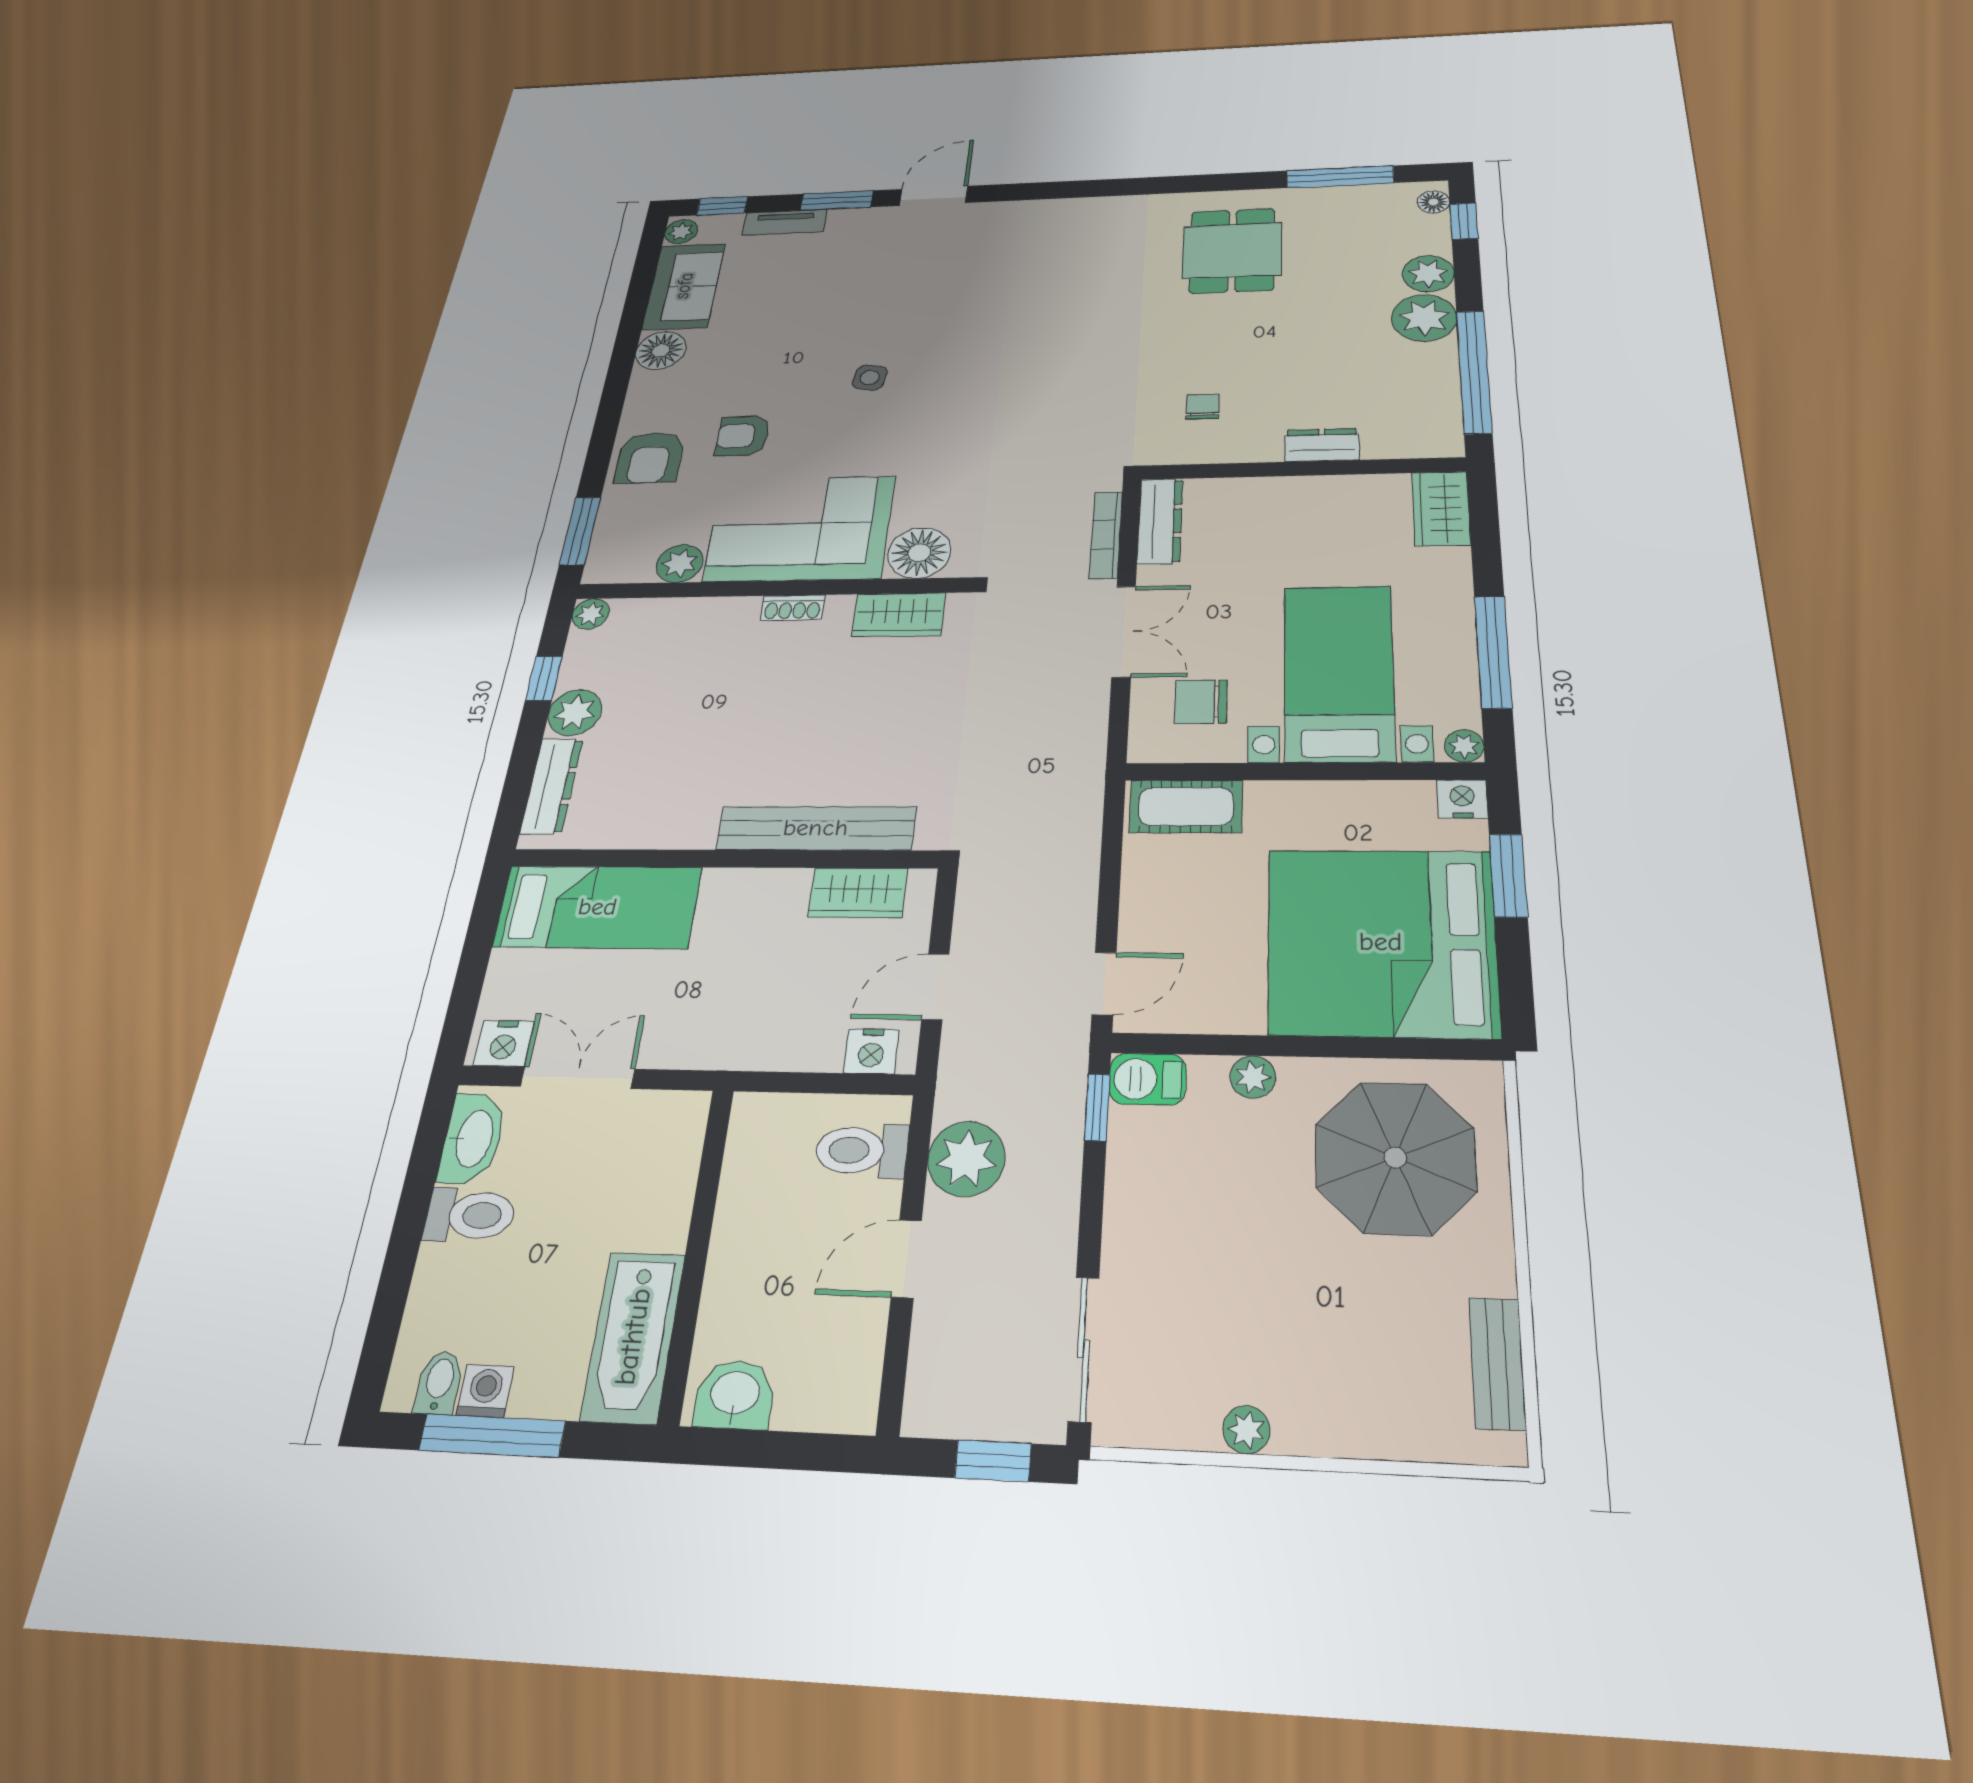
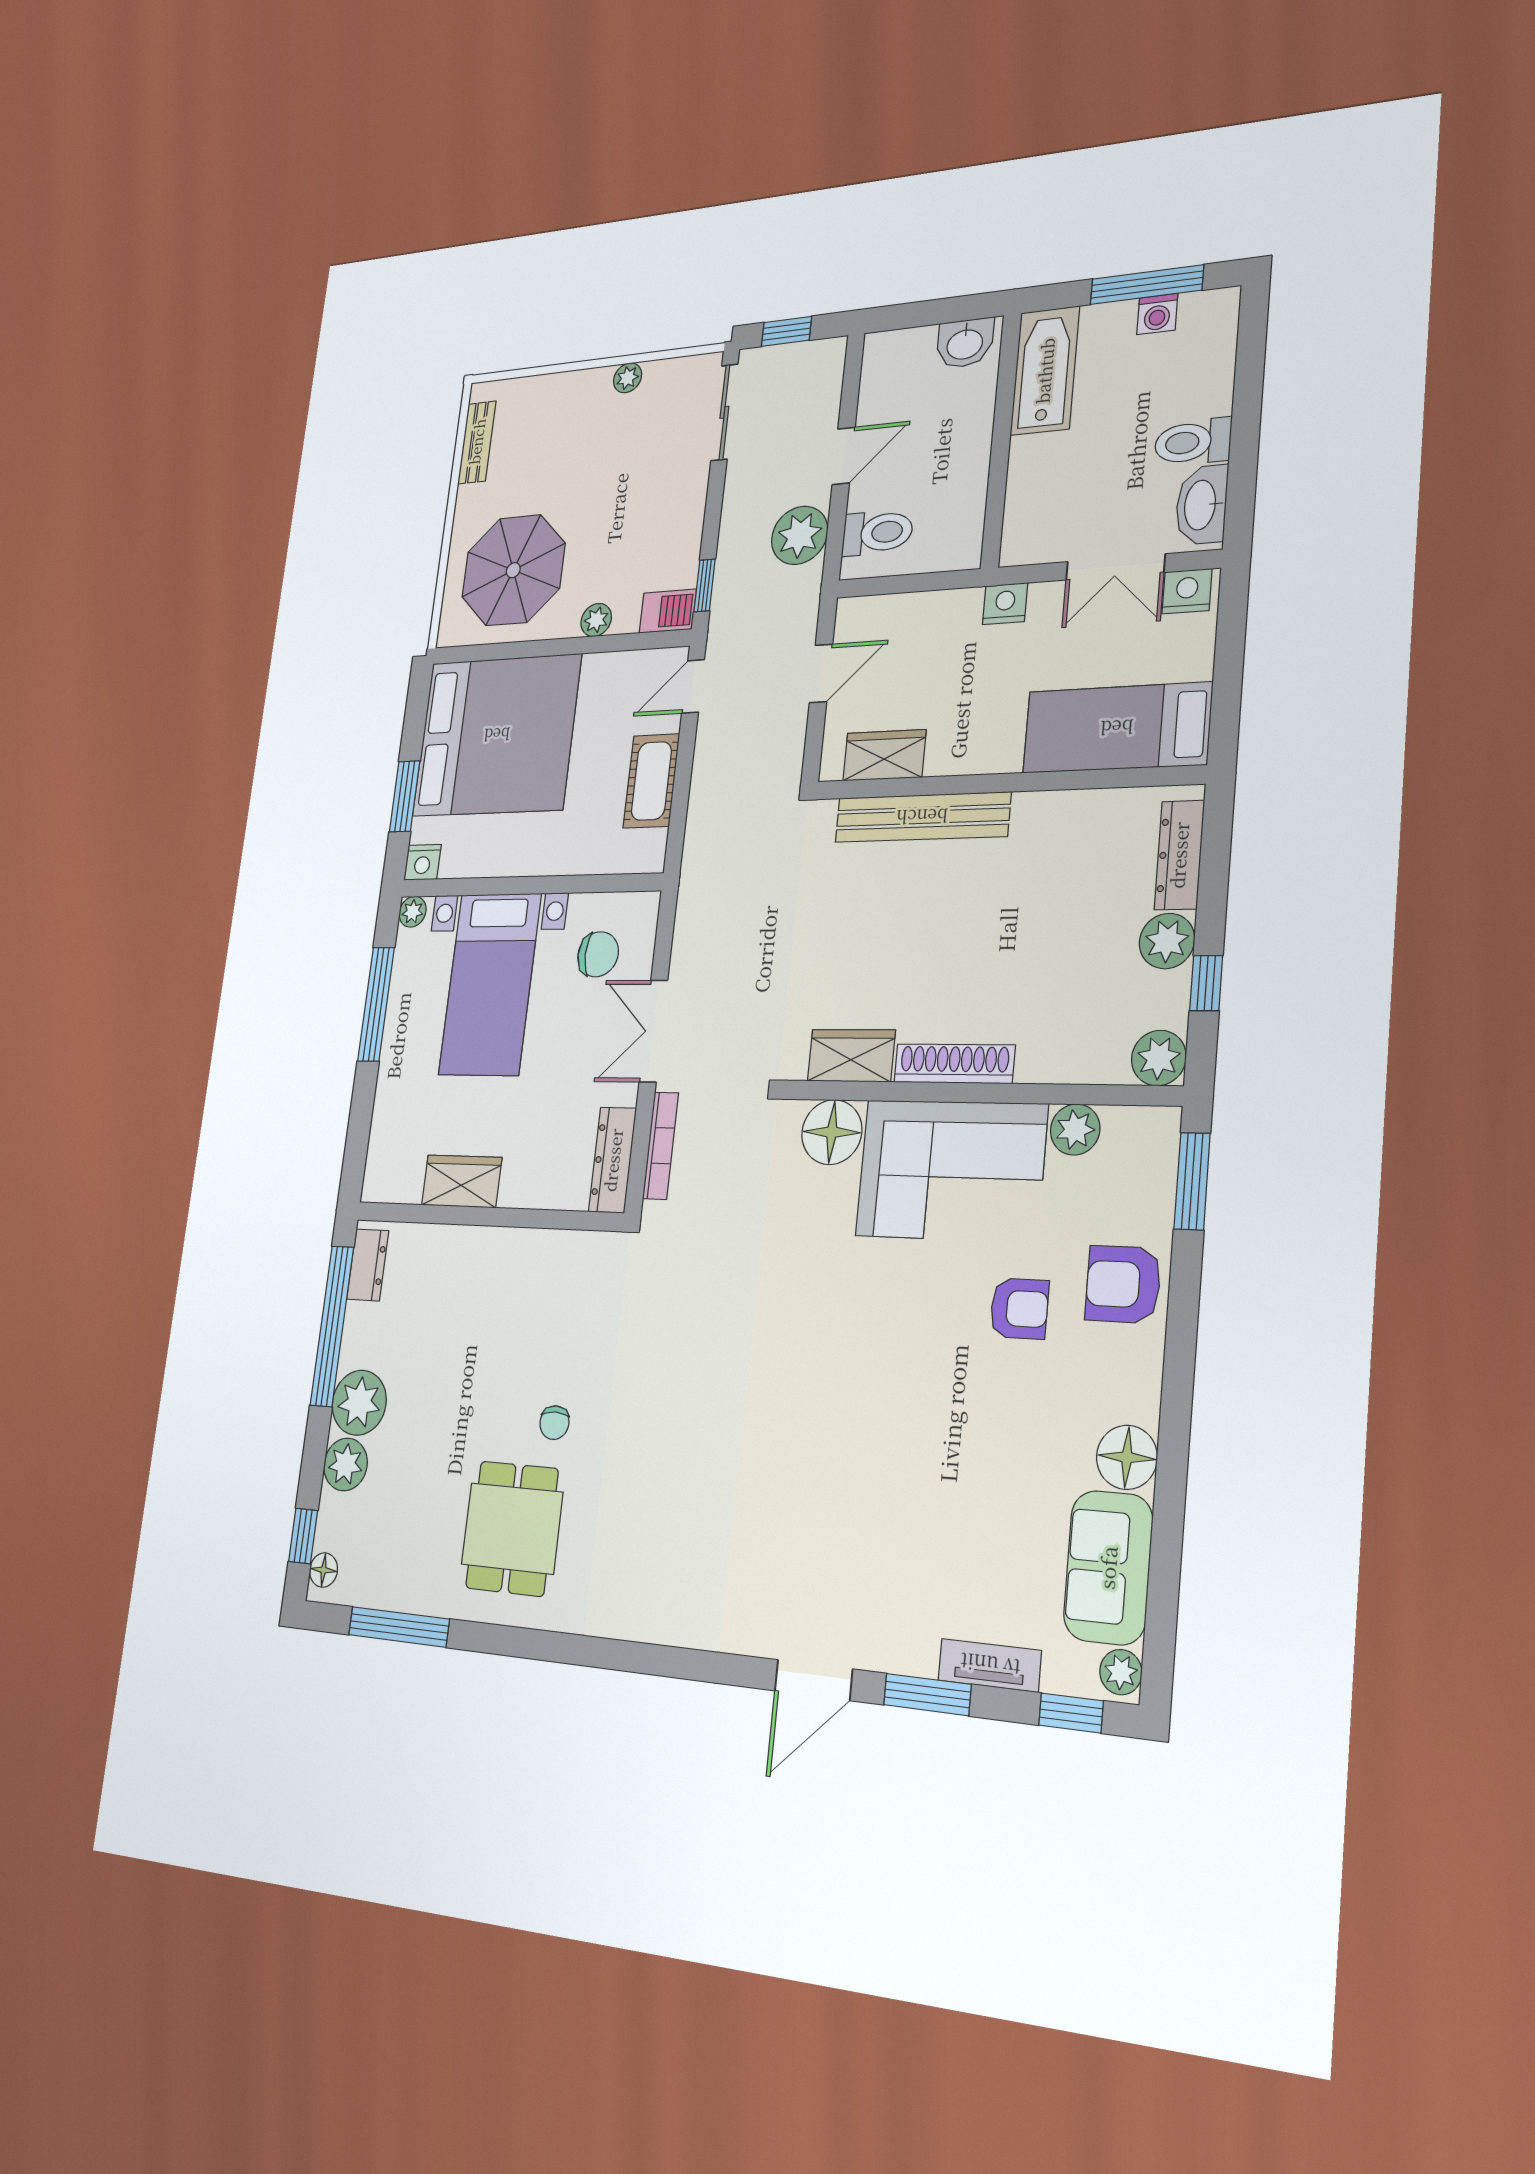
side table: (870, 378) -> (883, 1383), removed
chair: (1203, 407) -> (554, 1423), moved
dresser: (1322, 445) -> (368, 1265), moved, turned -90
armchair: (650, 458) -> (1123, 1284), turned -90
wardrobe: (1441, 508) -> (462, 1181), moved, turned -90
shoe rack: (793, 608) -> (954, 1064), width x1.94, depth x1.24
plant: (591, 614) -> (1159, 1058), width x1.38, depth x1.38
cot: (1186, 807) -> (651, 781), moved, turned 90
nightstand: (871, 1051) -> (1005, 604), moved
bidet: (439, 1383) -> (1196, 313), removed

